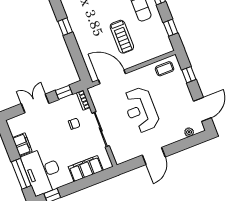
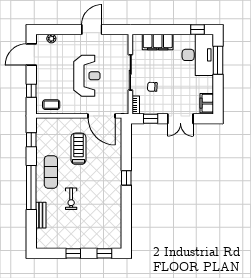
filing cabinet: (22, 144) -> (207, 103), moved

